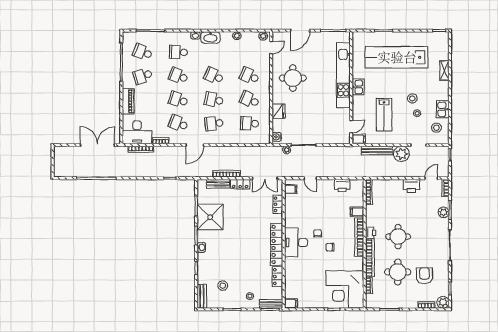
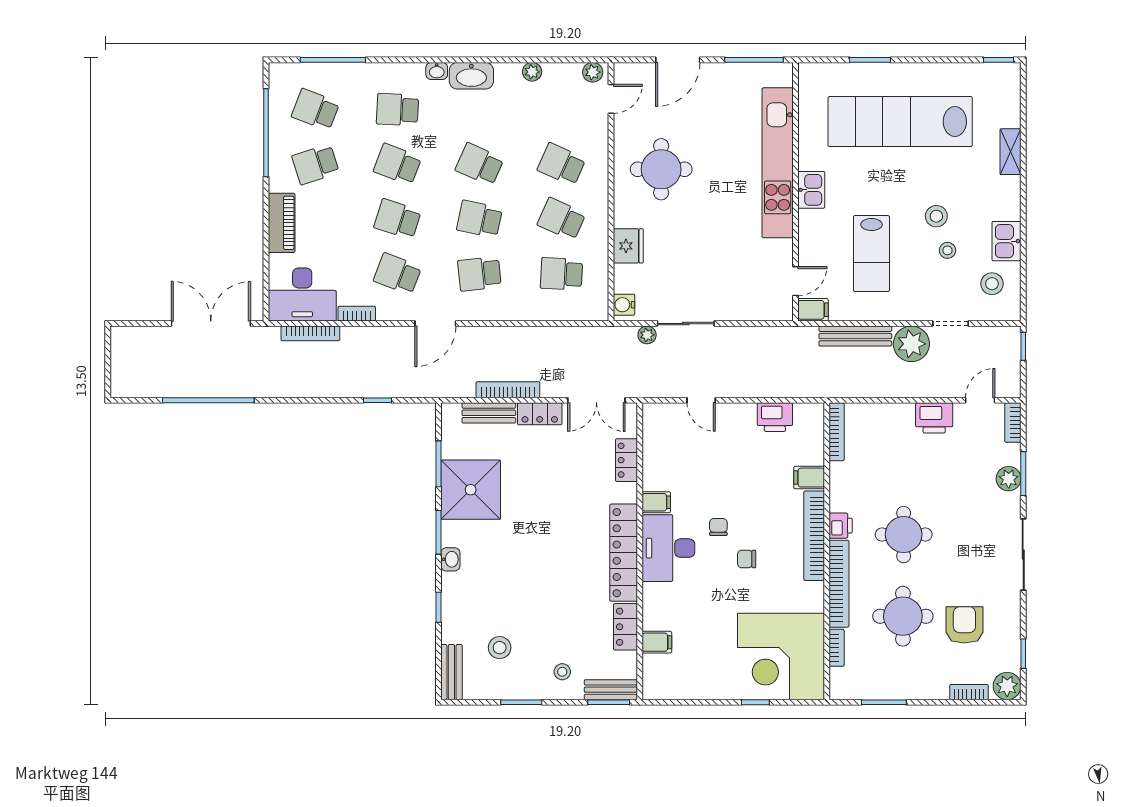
filing cabinet: (291, 189) -> (656, 502), moved
filing cabinet: (291, 304) -> (657, 642), moved

